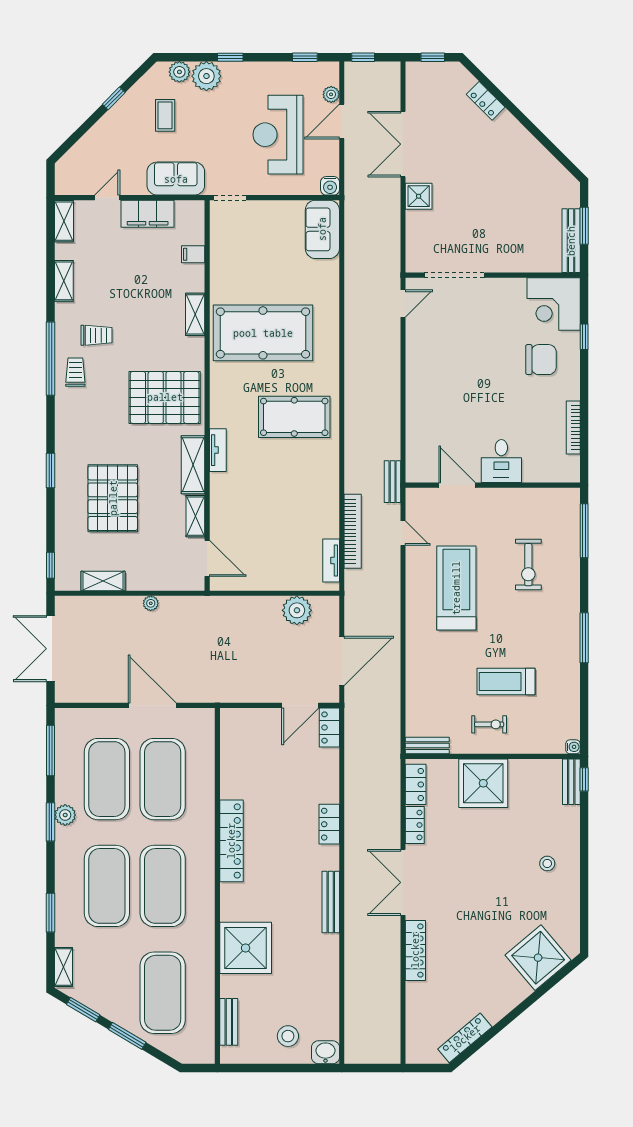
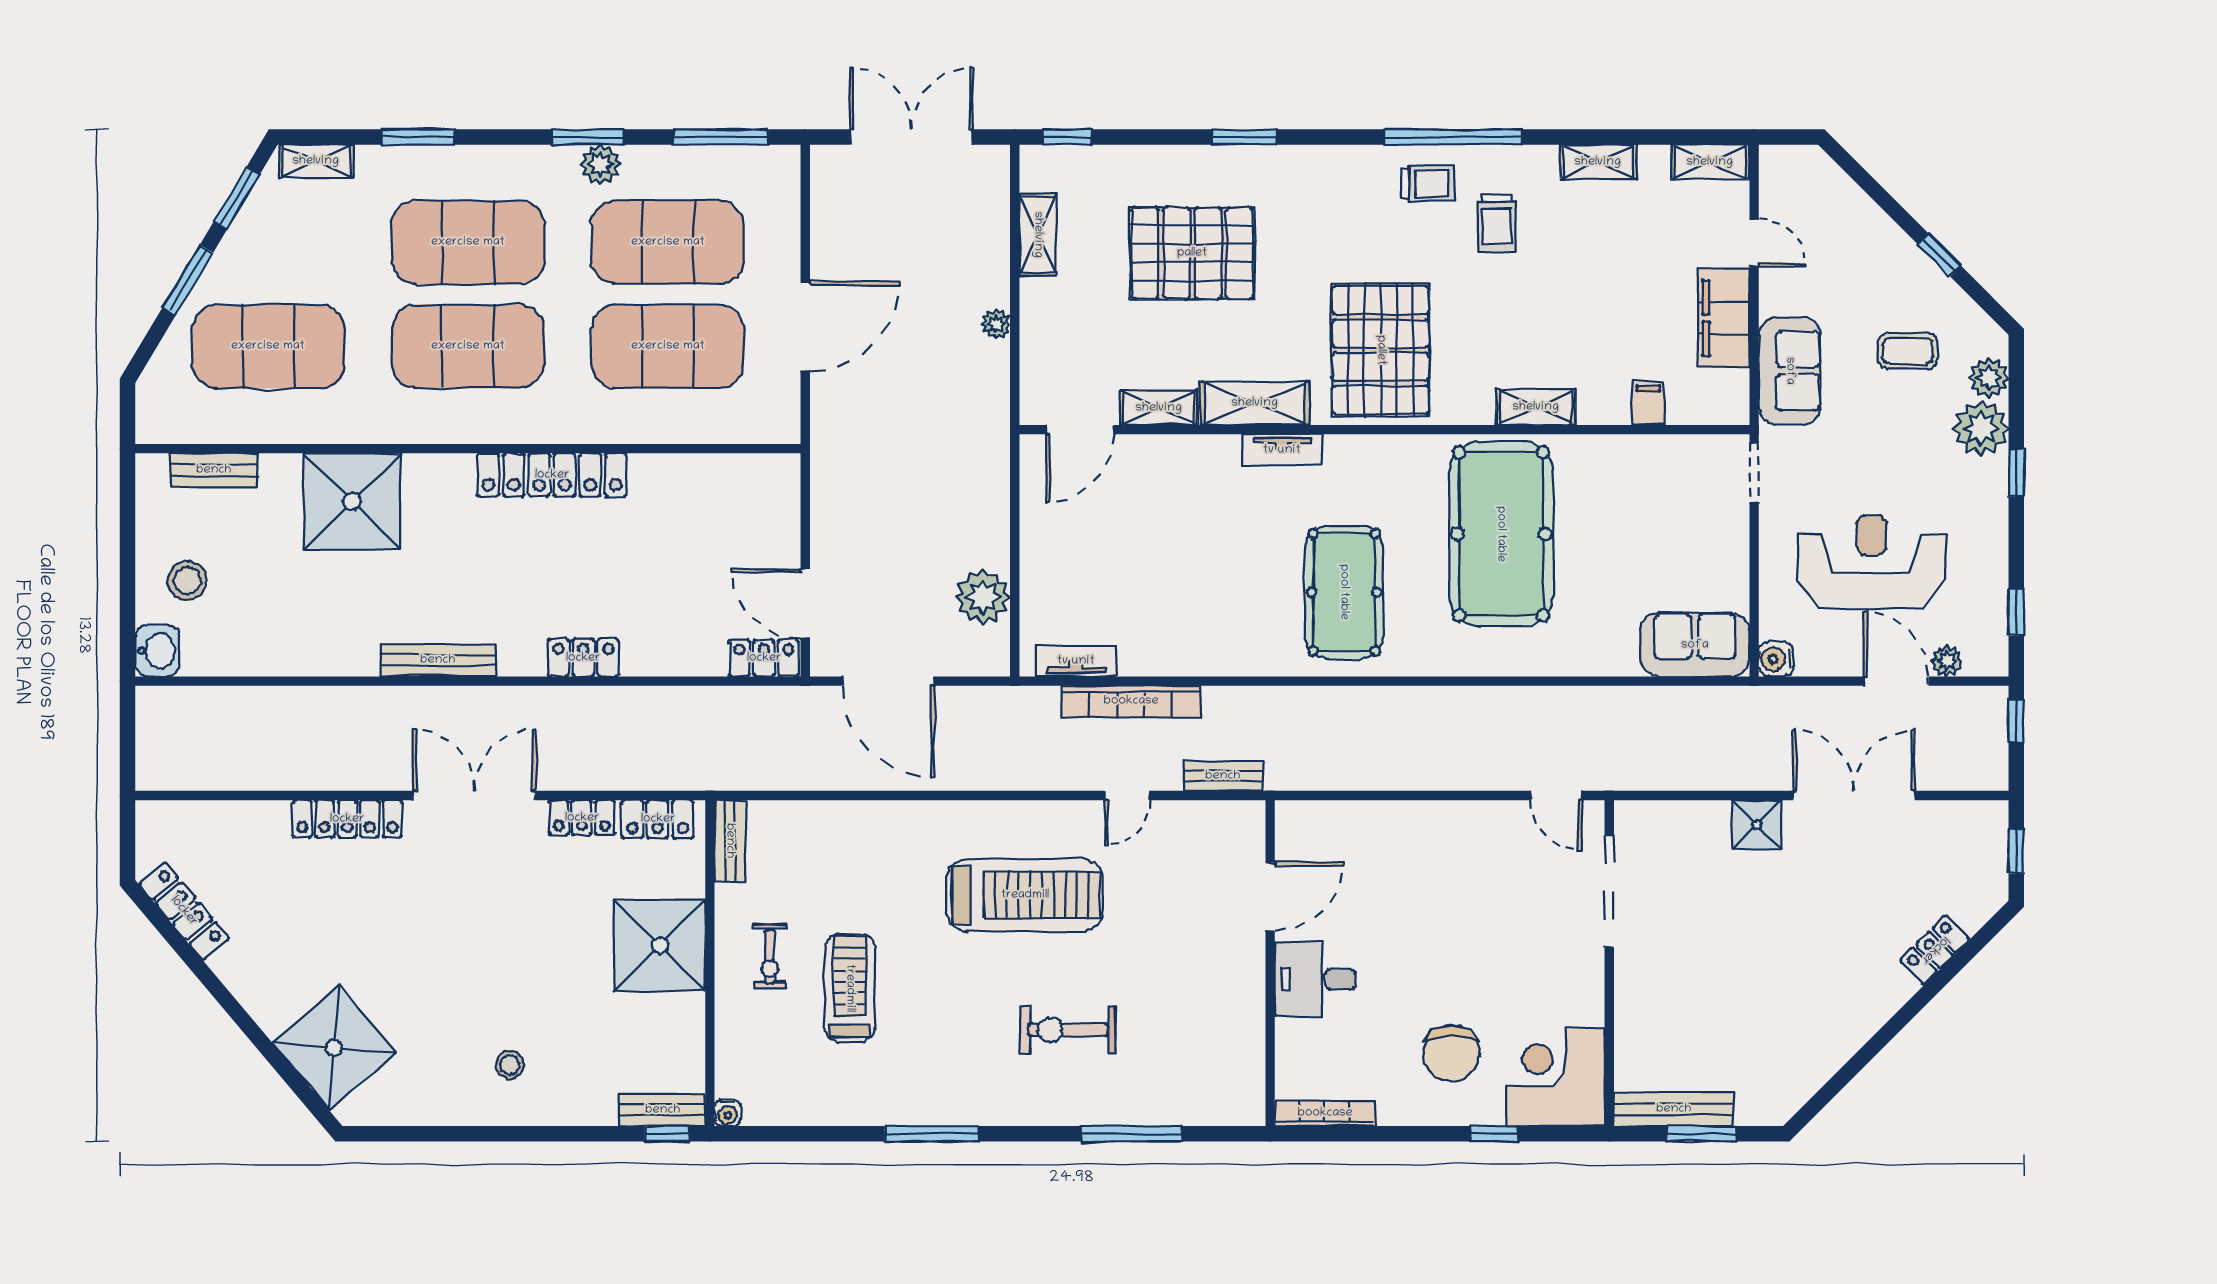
desk: (501, 461) -> (1315, 979), moved
door: (457, 485) -> (1270, 897), moved
wall: (493, 485) -> (1270, 963), moved

